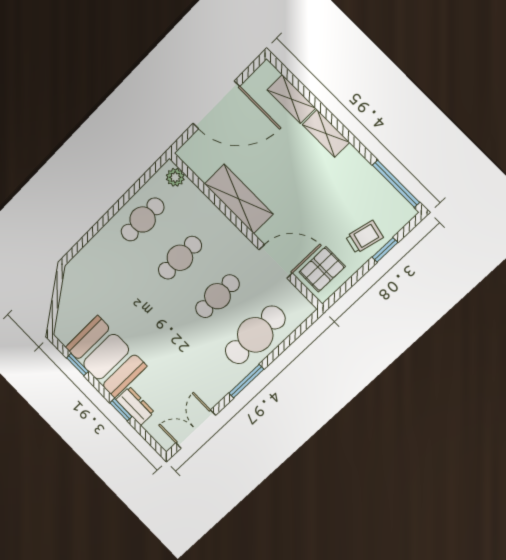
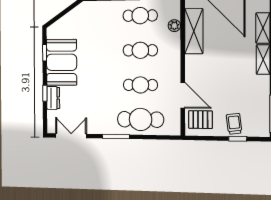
plant: (175, 177) -> (174, 26), moved
shelving: (239, 199) -> (194, 31), moved
trolley: (364, 237) -> (234, 124), turned -110

